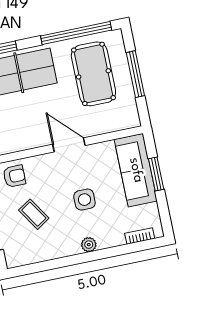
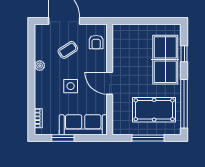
door: (69, 145) -> (110, 83), swing flipped
window: (156, 174) -> (63, 138), moved
plant: (89, 245) -> (40, 66), moved

